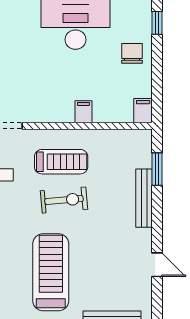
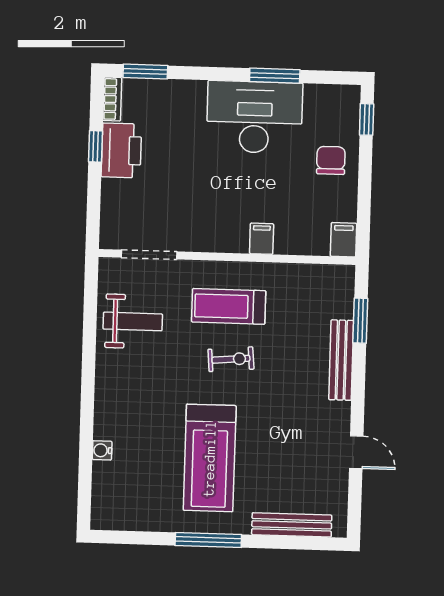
treadmill: (61, 162) -> (229, 306), turned 180
exercise bike: (64, 200) -> (231, 359), width x0.73, depth x0.72
treadmill: (51, 272) -> (210, 458), turned 180

